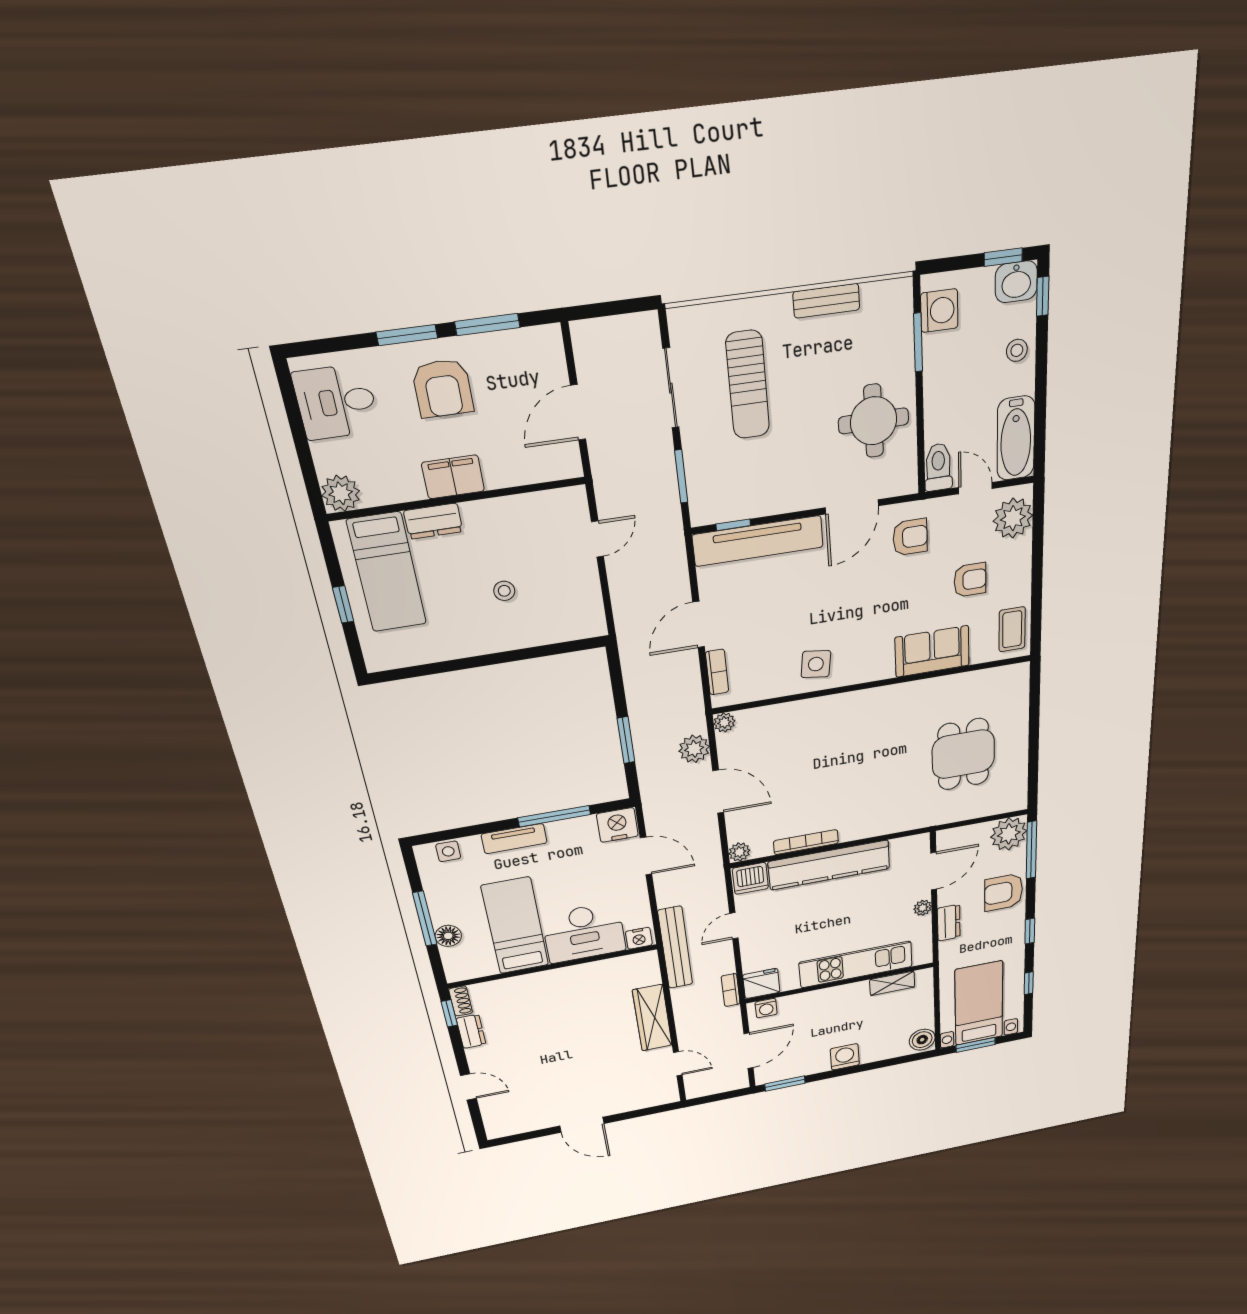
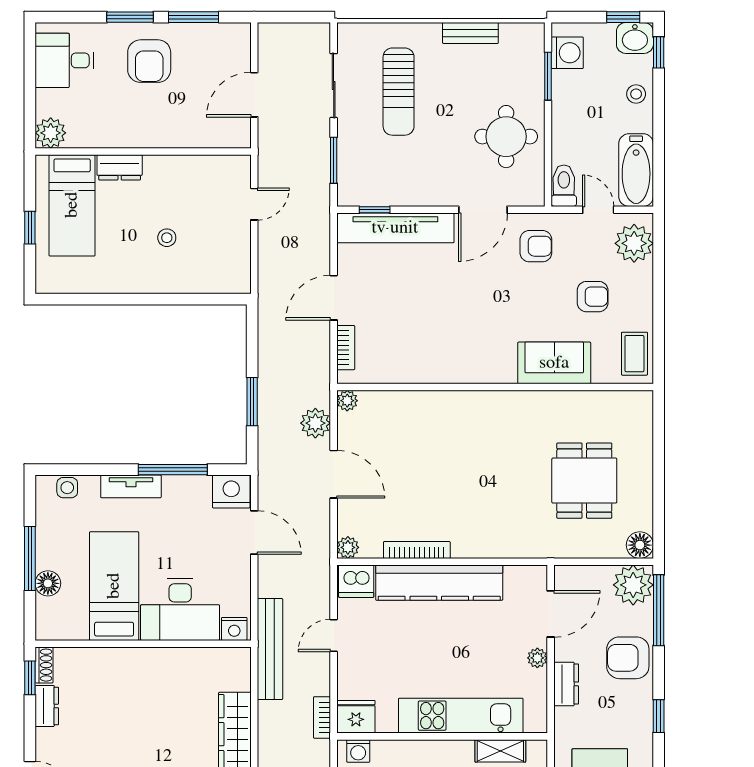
filing cabinet: (453, 477) -> (143, 133), removed
side table: (816, 664) -> (440, 356), removed
floor lamp: (1015, 800) -> (640, 545), added

